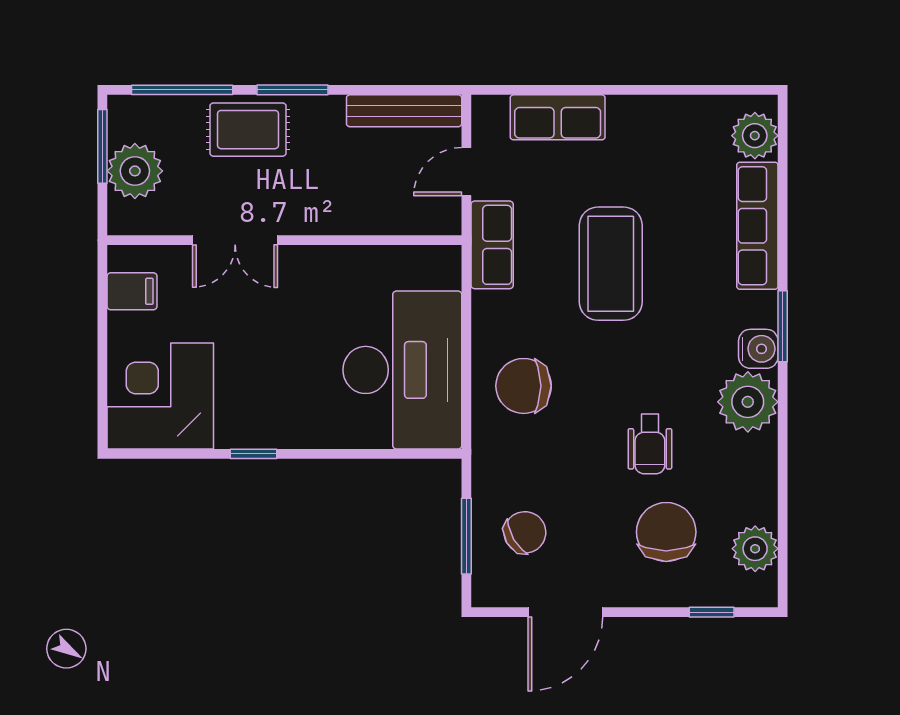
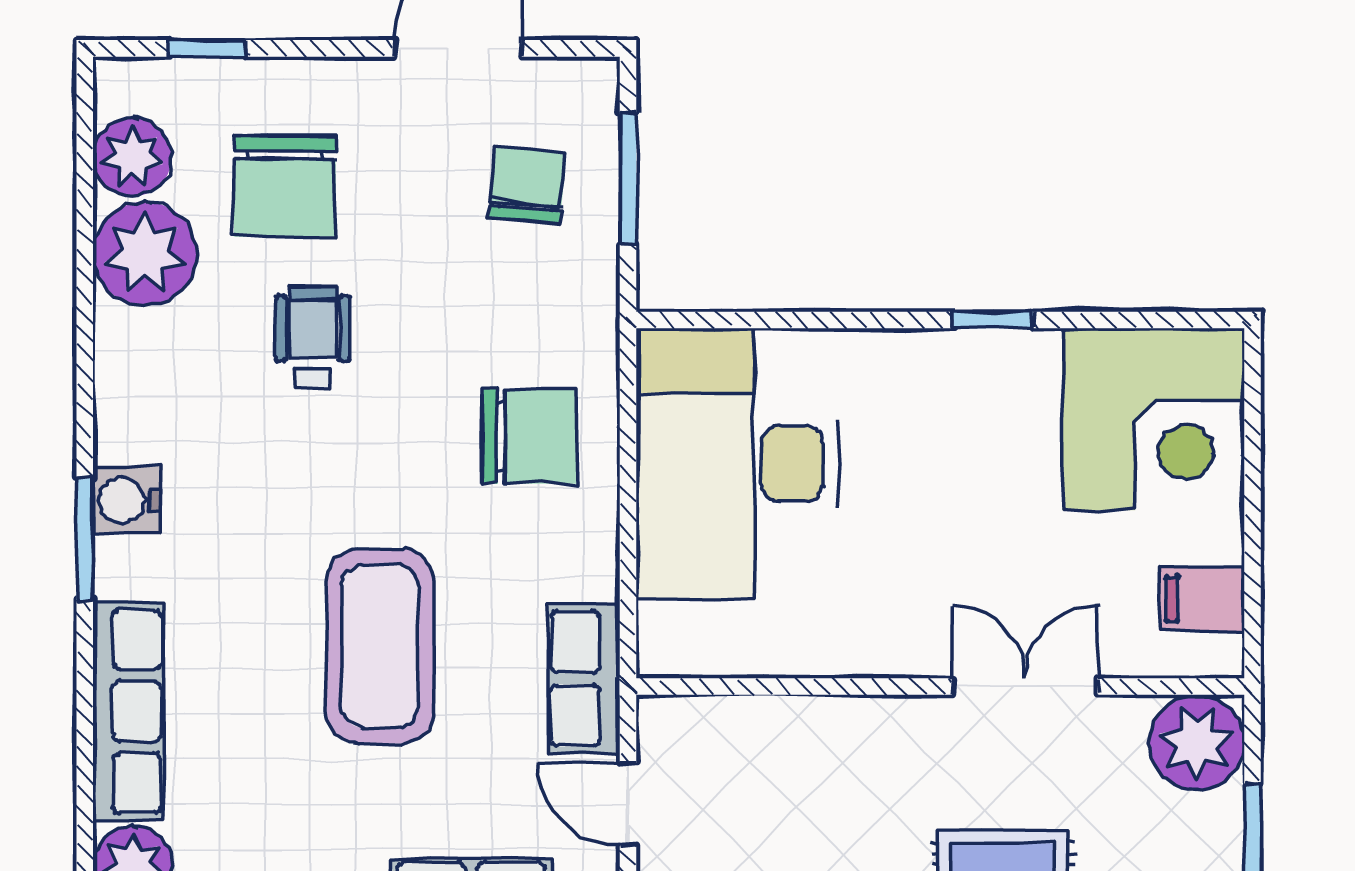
plant: (135, 171) -> (1197, 742), moved
door: (466, 172) -> (628, 804), swing flipped
plant: (748, 402) -> (145, 254), moved
chair: (525, 532) -> (527, 185), turned 125

